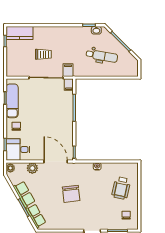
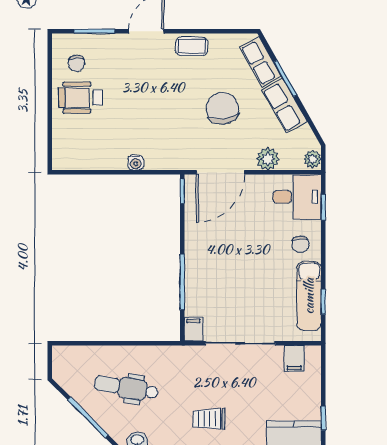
trolley: (43, 54) -> (209, 419), moved
filing cabinet: (68, 70) -> (294, 359), moved
door: (56, 162) -> (220, 172), hinge flipped
wheelchair: (121, 188) -> (80, 98), moved, turned -102
chair: (71, 194) -> (222, 108), moved
coffee table: (70, 223) -> (192, 46), added

